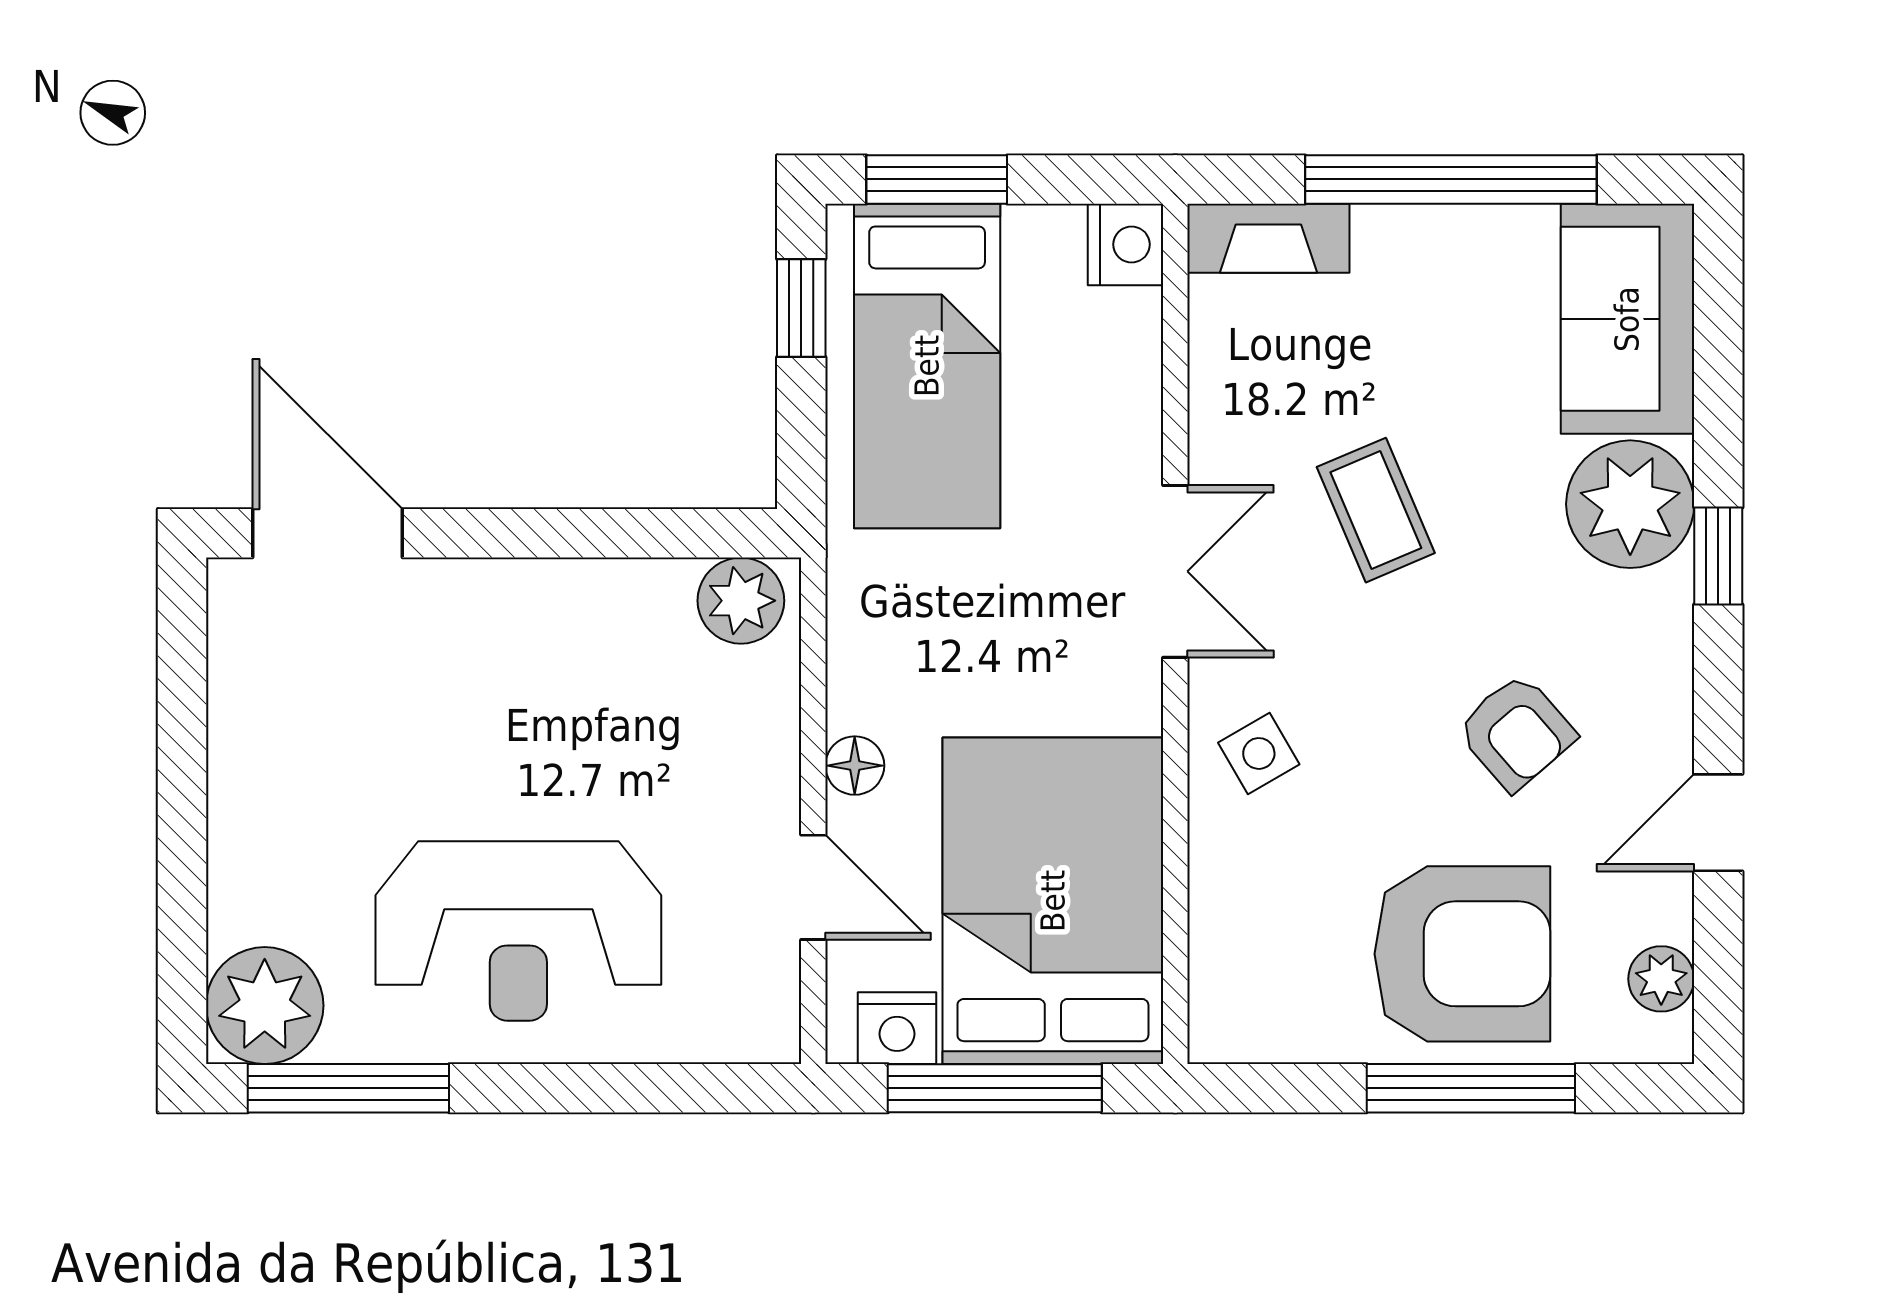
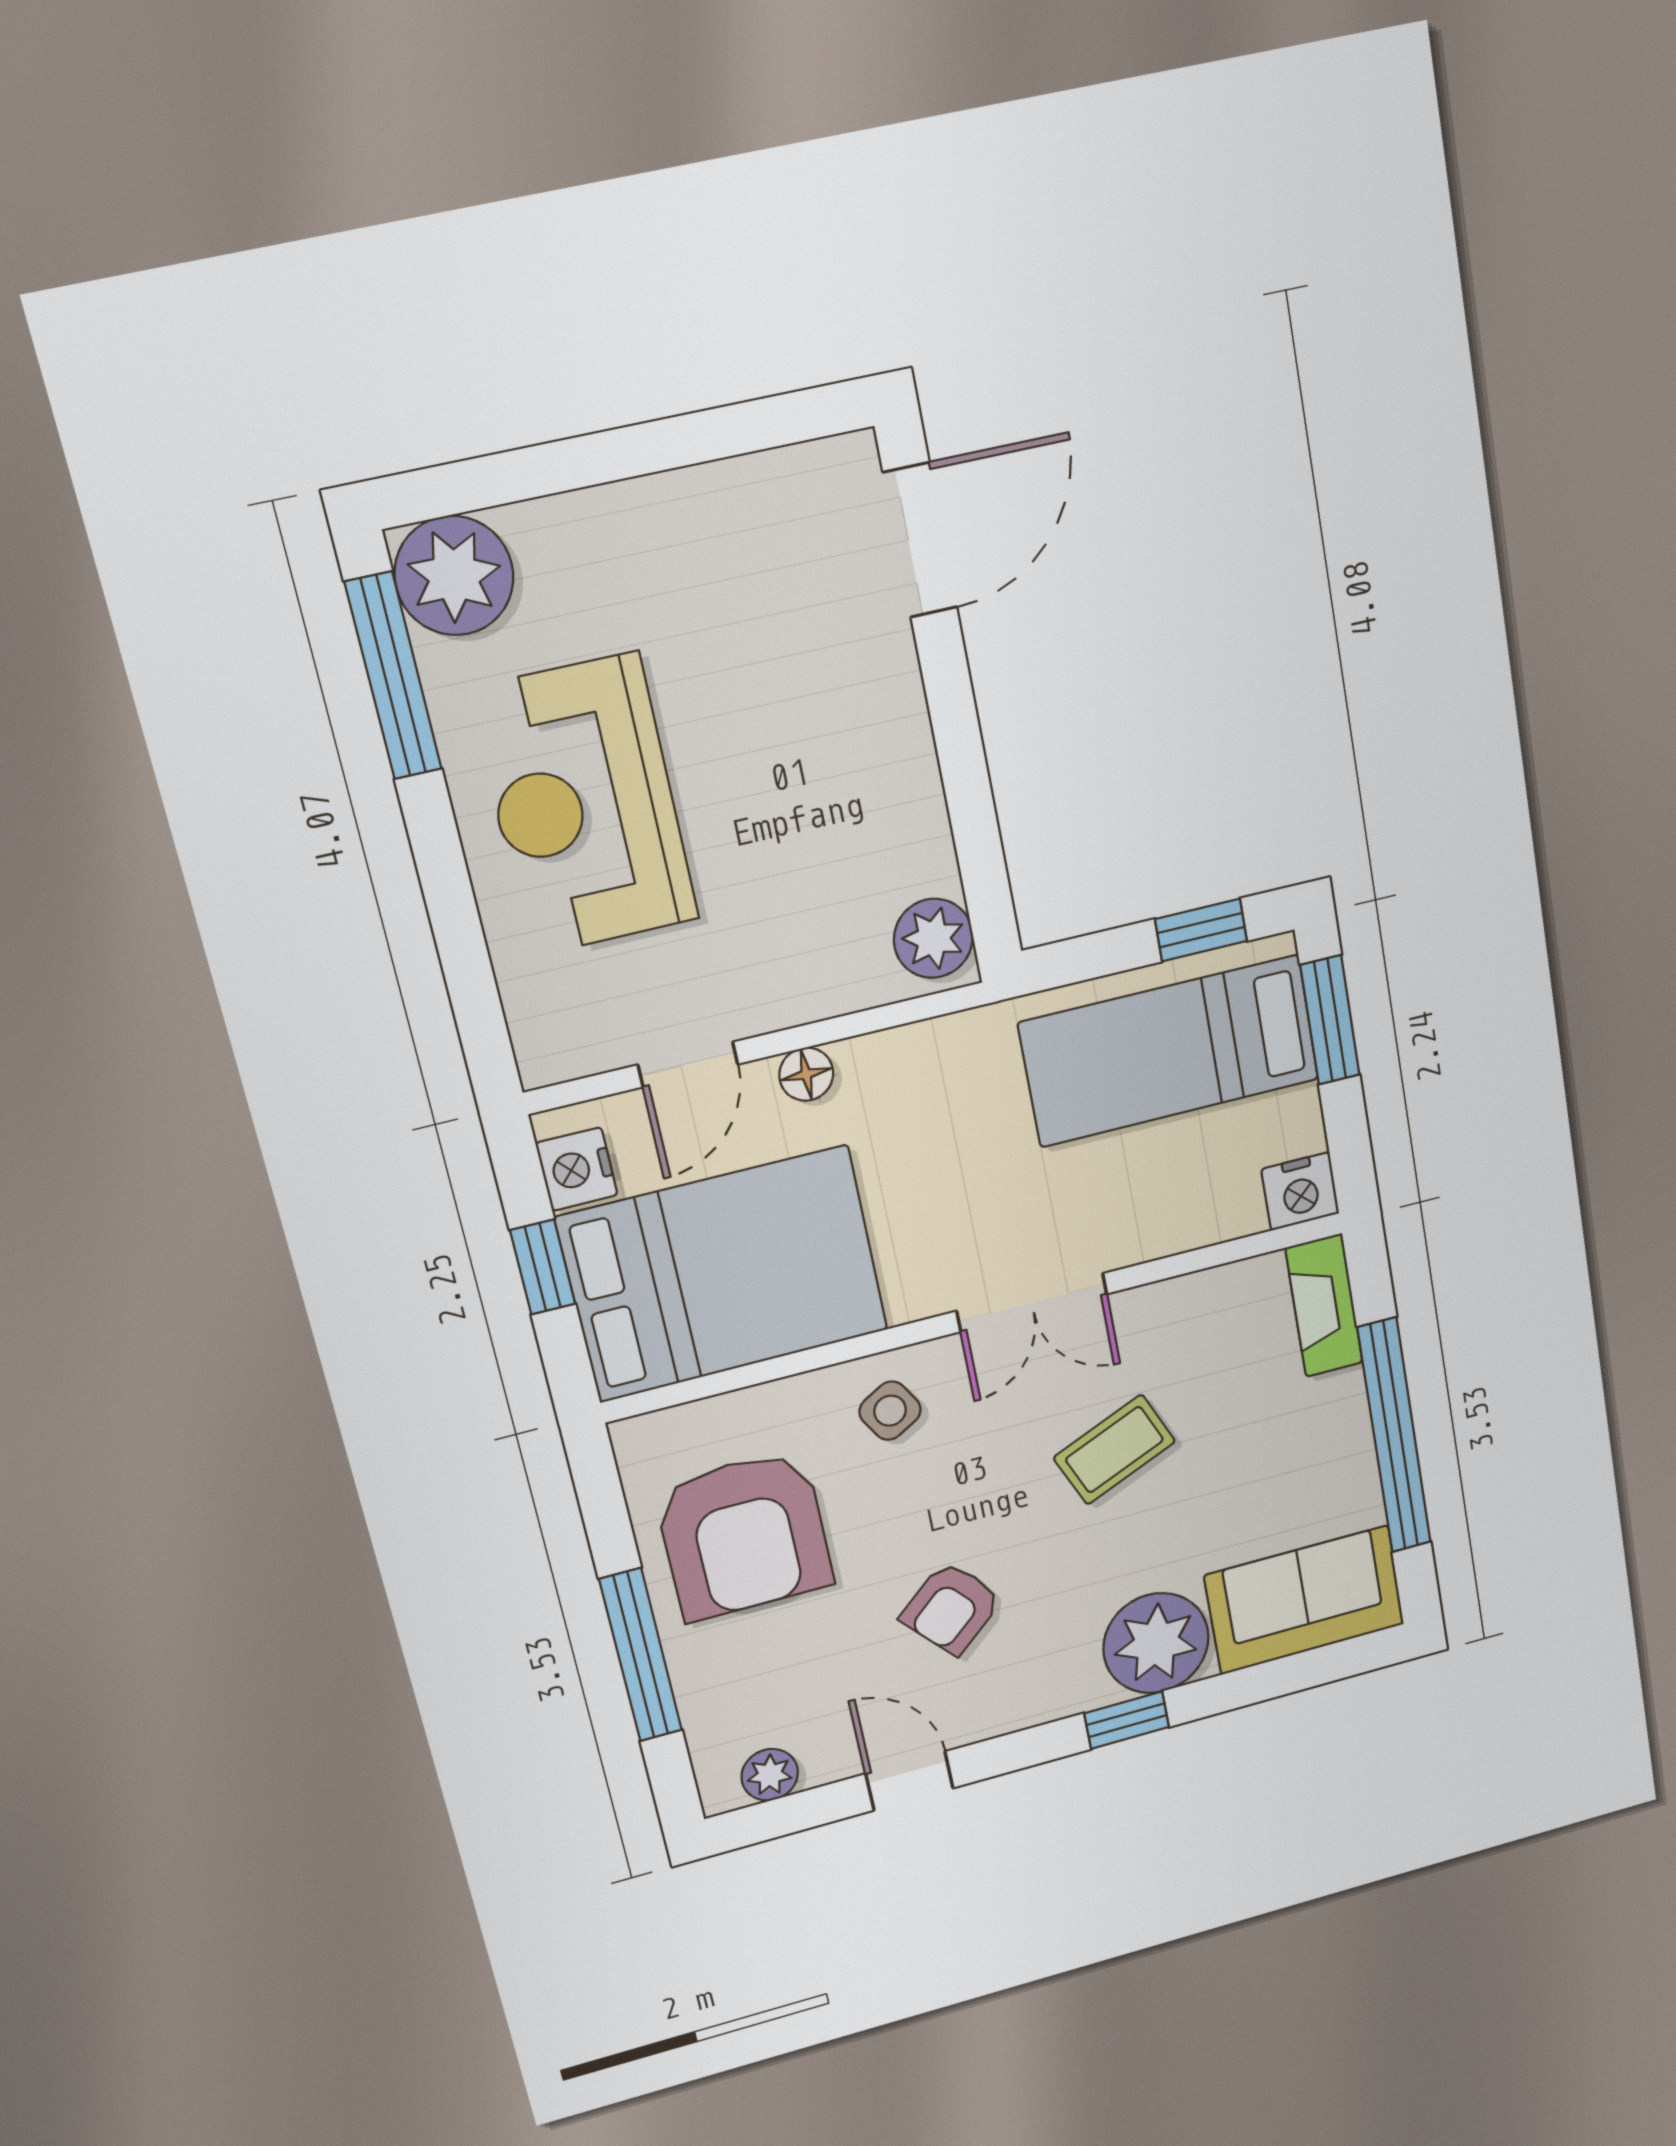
armchair: (1462, 954) -> (744, 1535), moved
window: (995, 1088) -> (543, 1267), width x0.46

